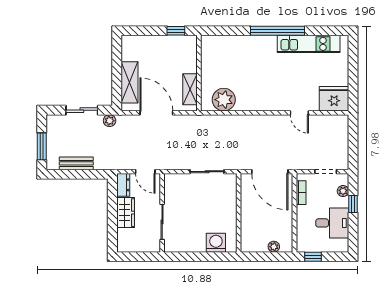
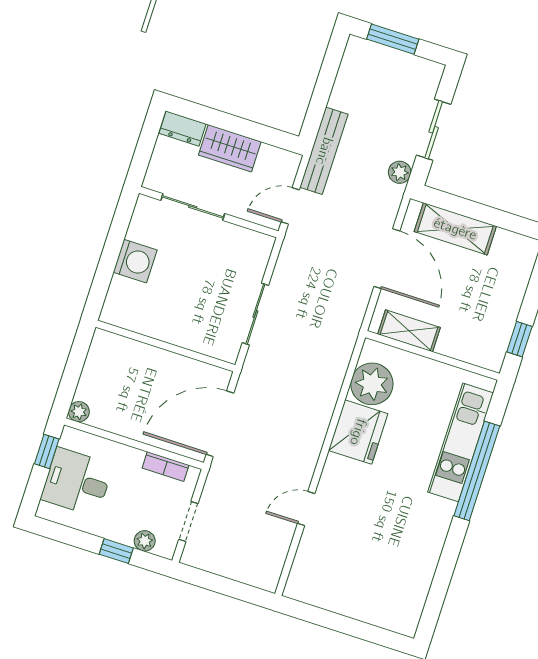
window: (278, 31) -> (477, 471), moved
kitchen unit: (309, 44) -> (461, 442), moved
fridge: (334, 99) -> (358, 432), moved
door: (156, 113) -> (387, 259), hinge flipped
bench: (76, 163) -> (324, 151), moved, width x1.36
dresser: (123, 185) -> (183, 129), moved
desk: (332, 223) -> (77, 482), moved, turned 90
washing machine: (216, 243) -> (135, 261), moved
plant: (274, 247) -> (79, 412), moved

